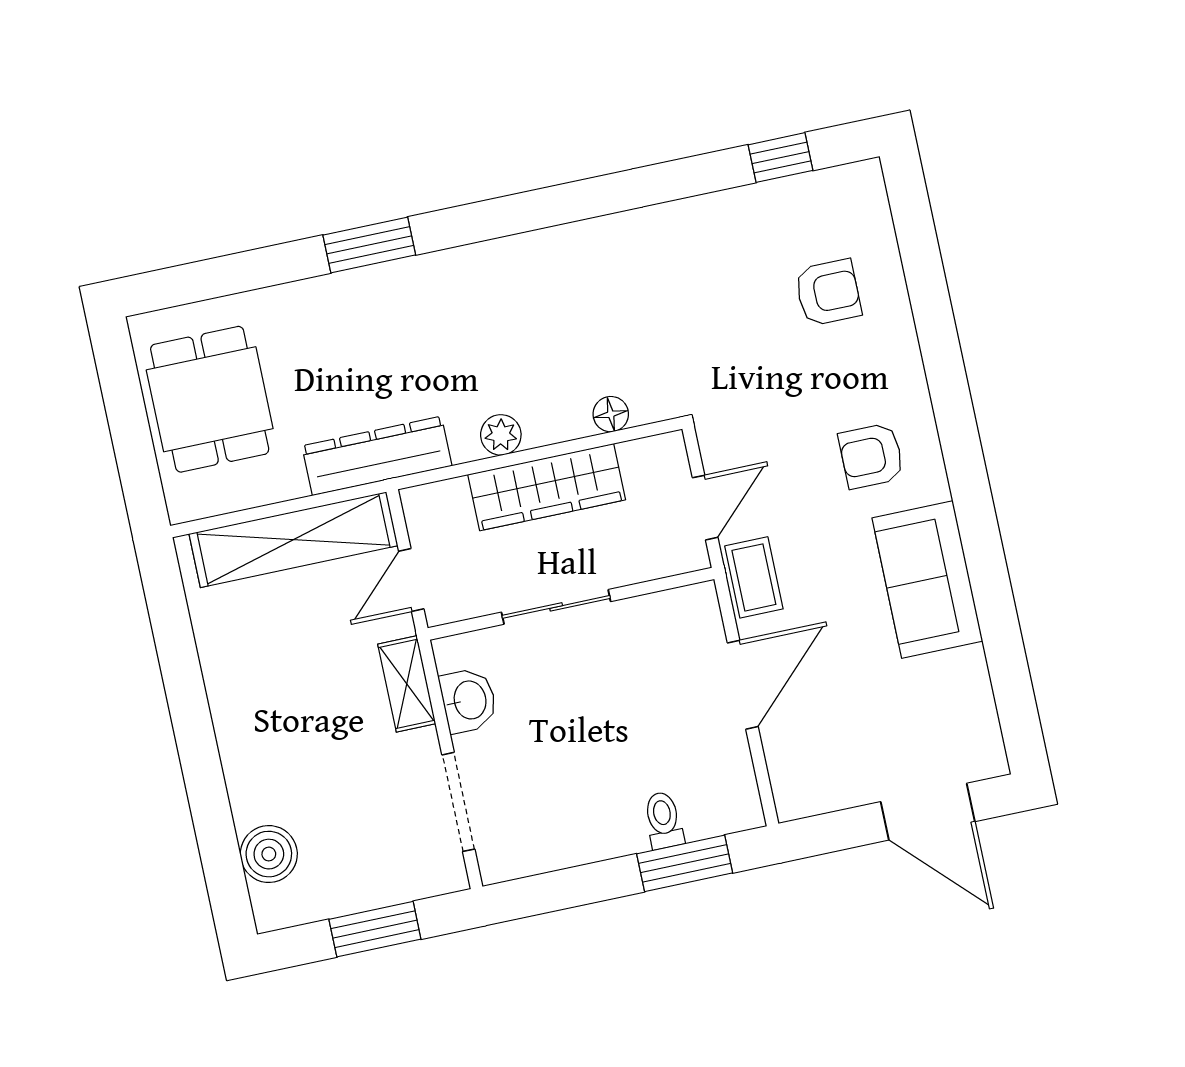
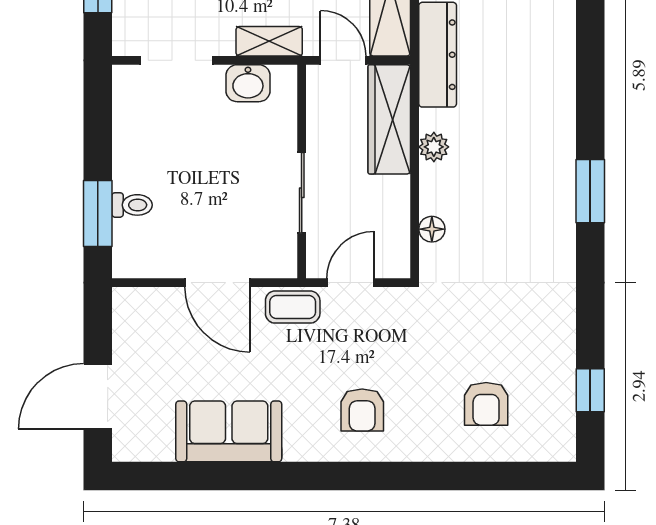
window: (369, 245) -> (590, 191), moved
armchair: (871, 456) -> (362, 410), turned 180
wardrobe: (547, 487) -> (389, 119), moved
door: (705, 508) -> (350, 283), swing flipped
sofa: (927, 580) -> (229, 431), moved
sliding door: (556, 607) -> (302, 193), moved

